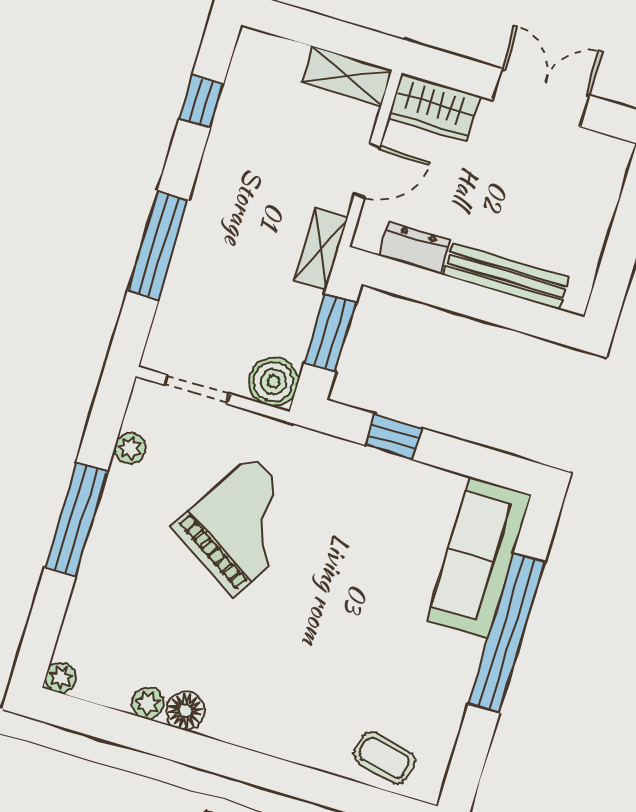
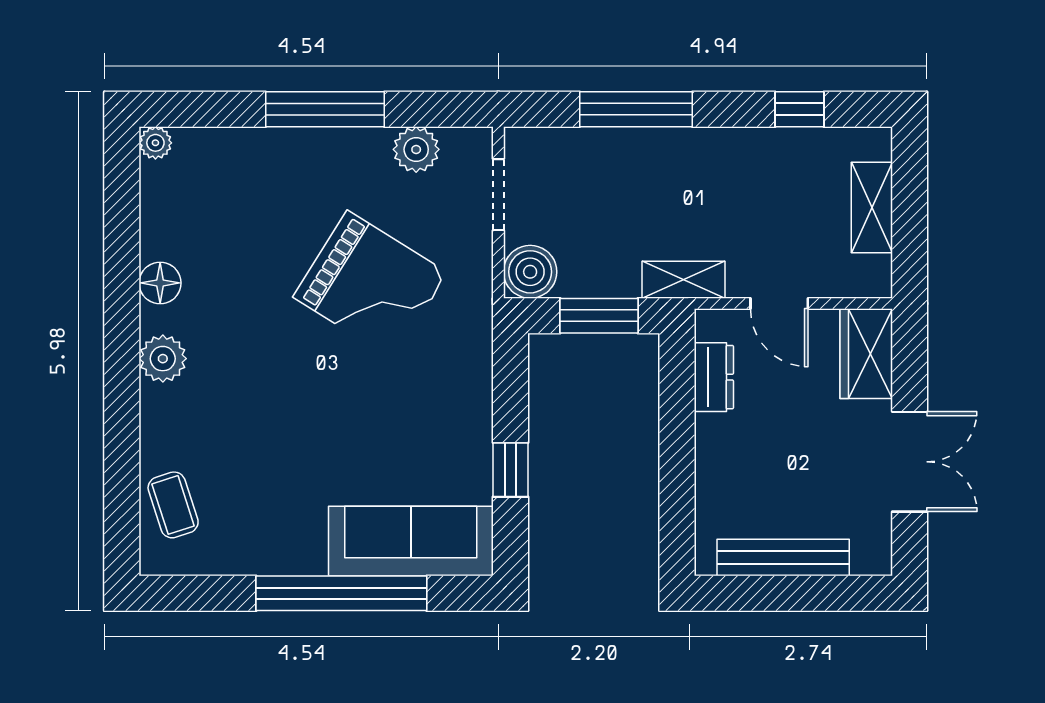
shelving: (347, 76) -> (872, 208), moved
bench: (506, 276) -> (783, 558), moved, turned 90
window: (393, 437) -> (510, 470), moved
plant: (130, 448) -> (416, 149), width x1.38, depth x1.38
plant: (148, 703) -> (163, 359), moved, width x1.38, depth x1.38
coffee table: (384, 758) -> (173, 505), turned -31

